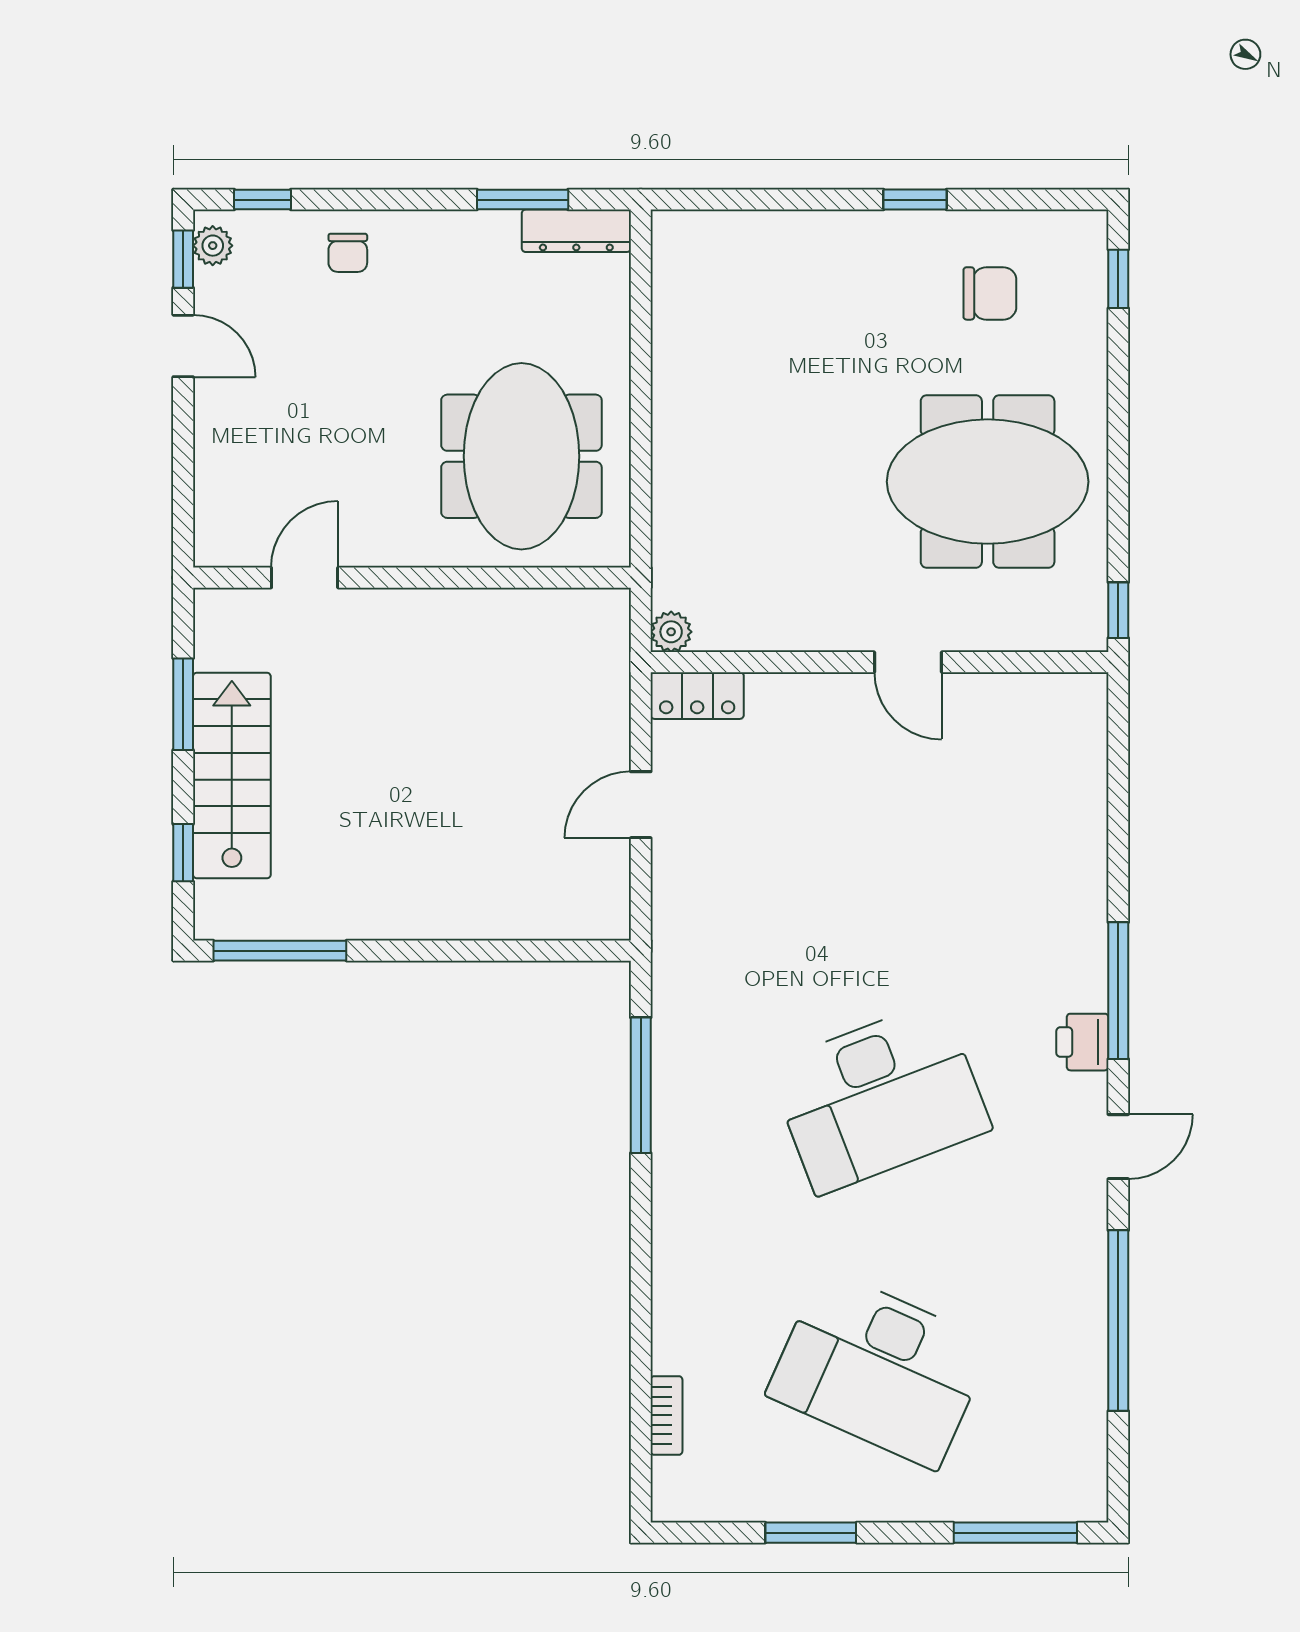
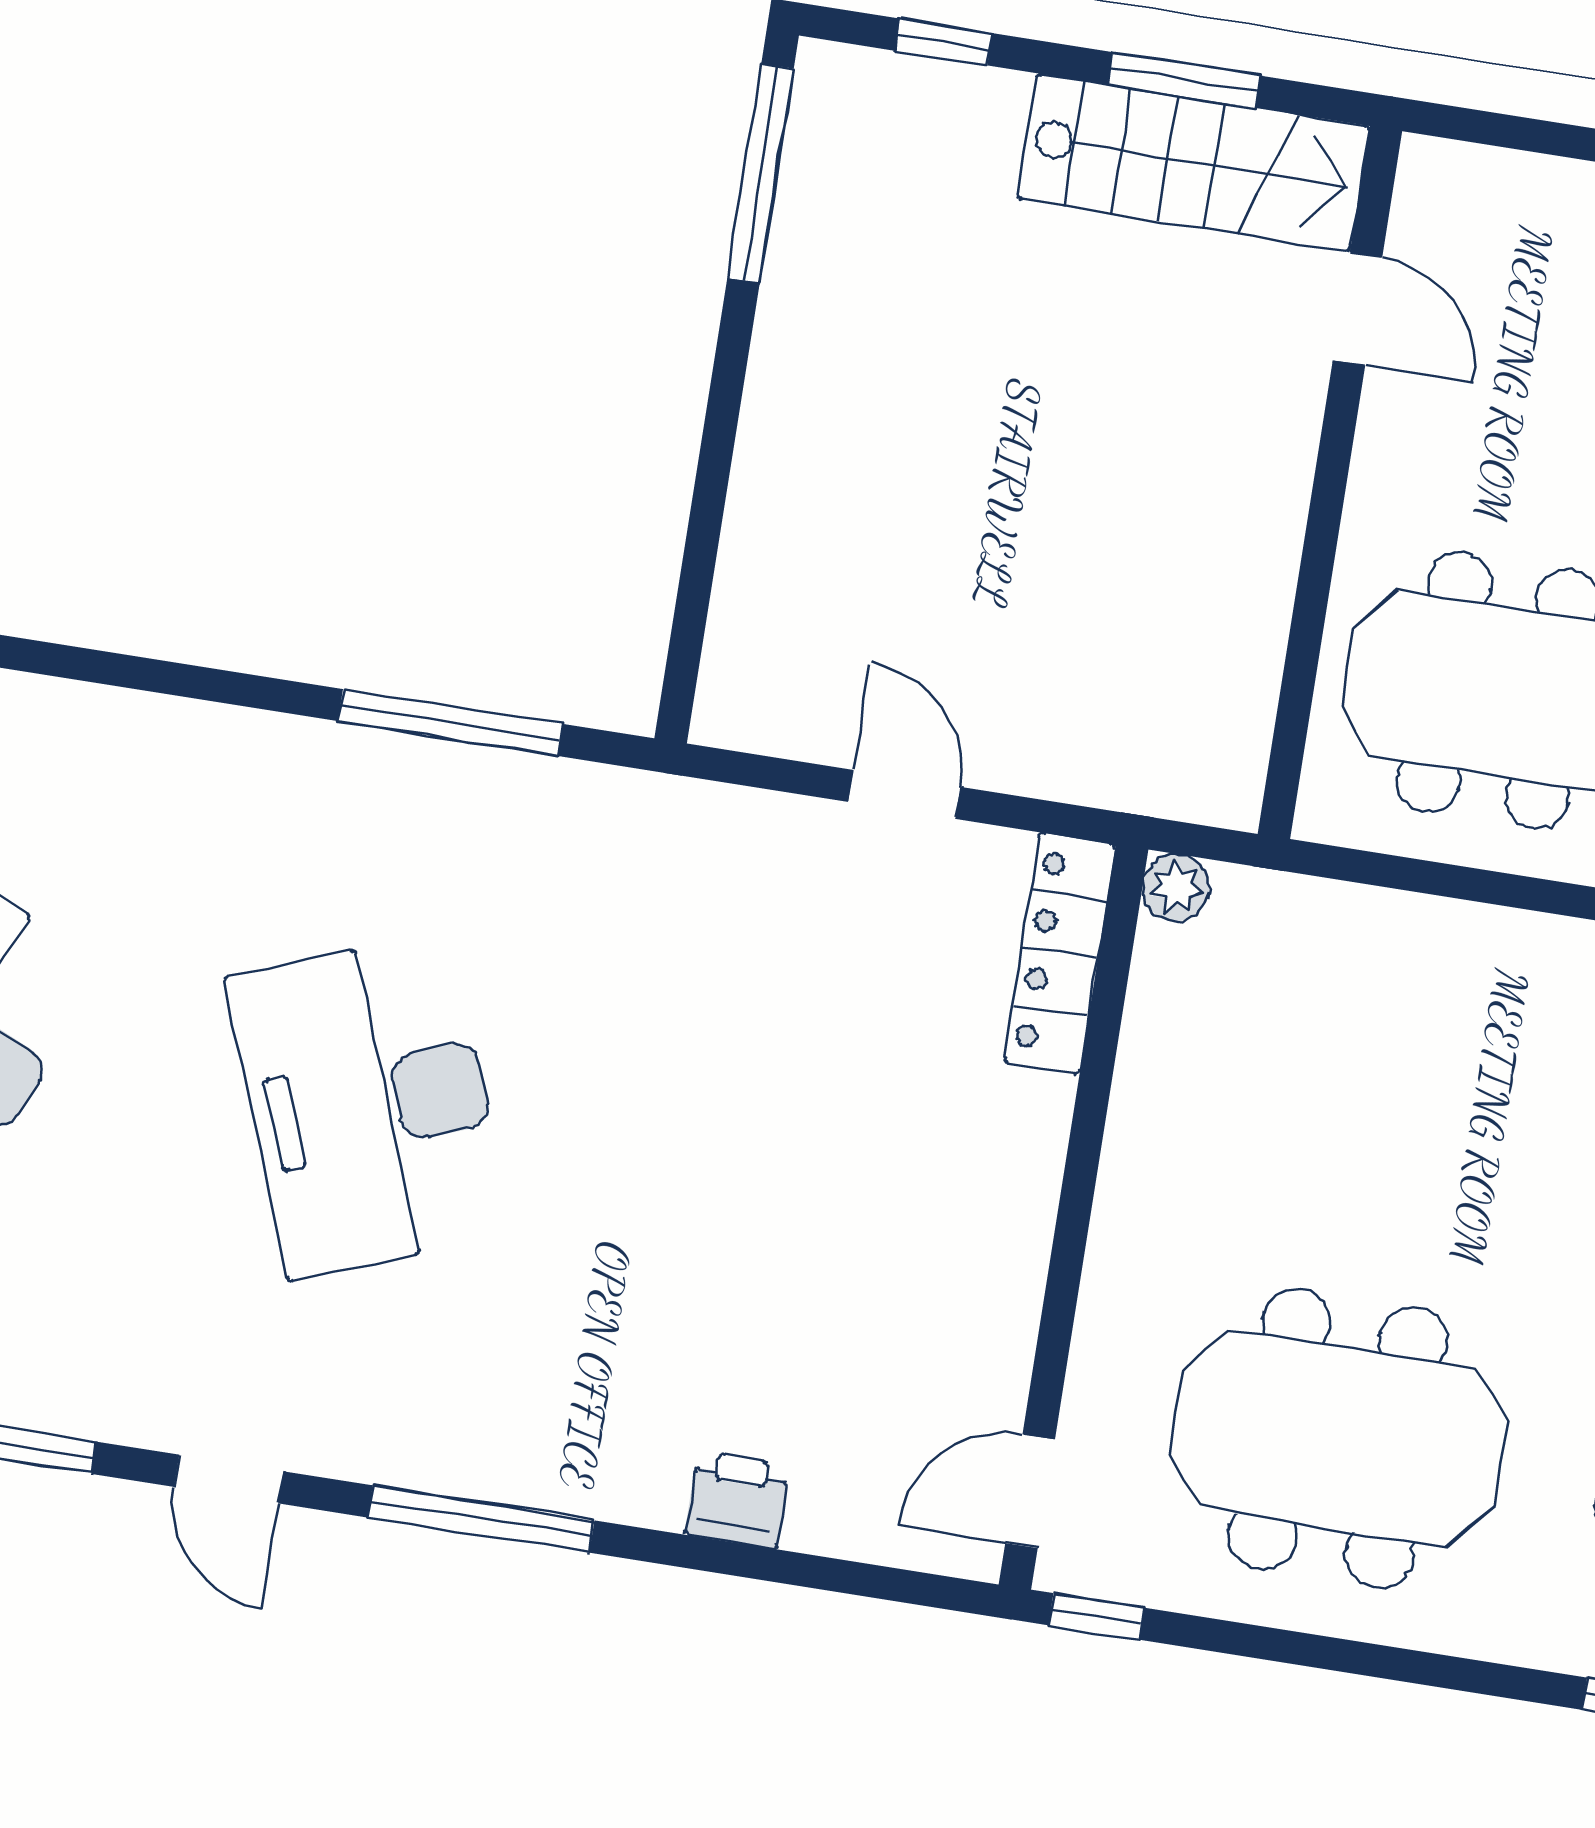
meeting table: (988, 482) -> (1338, 1438), turned 90
door: (908, 662) -> (1030, 1491), moved
locker: (697, 696) -> (1060, 953), width x1.53
stairs: (232, 776) -> (1194, 162), moved
printer: (1082, 1042) -> (737, 1500), moved

